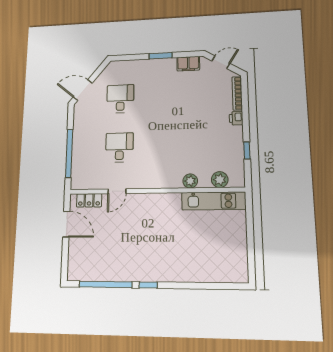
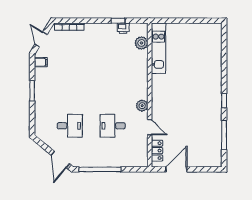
filing cabinet: (188, 64) -> (41, 62), width x0.50
desk: (120, 99) -> (70, 126), turned 180
printer: (236, 118) -> (123, 28), moved
window: (69, 153) -> (100, 169), moved
plant: (190, 181) -> (142, 106), moved
window: (105, 284) -> (224, 135), width x0.68

